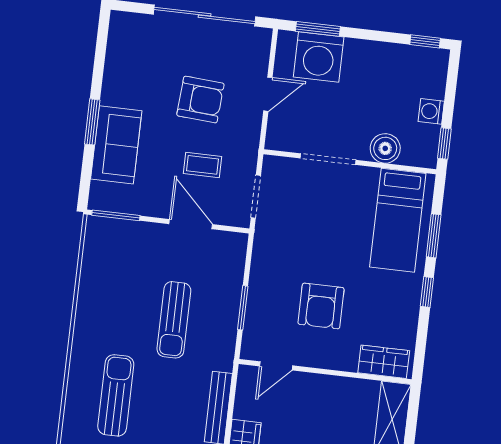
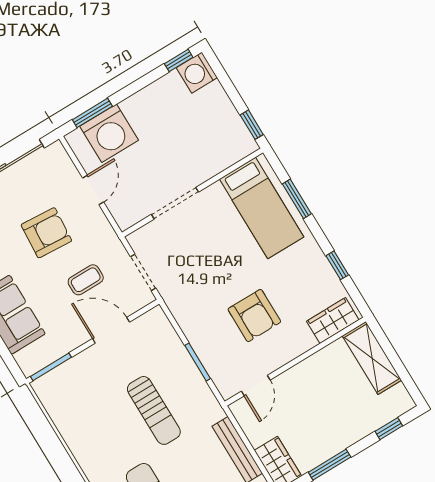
washing machine: (431, 111) -> (197, 73), moved, width x1.38, depth x1.38
boiler: (385, 148) -> (211, 162), removed
window: (427, 292) -> (337, 265), moved

